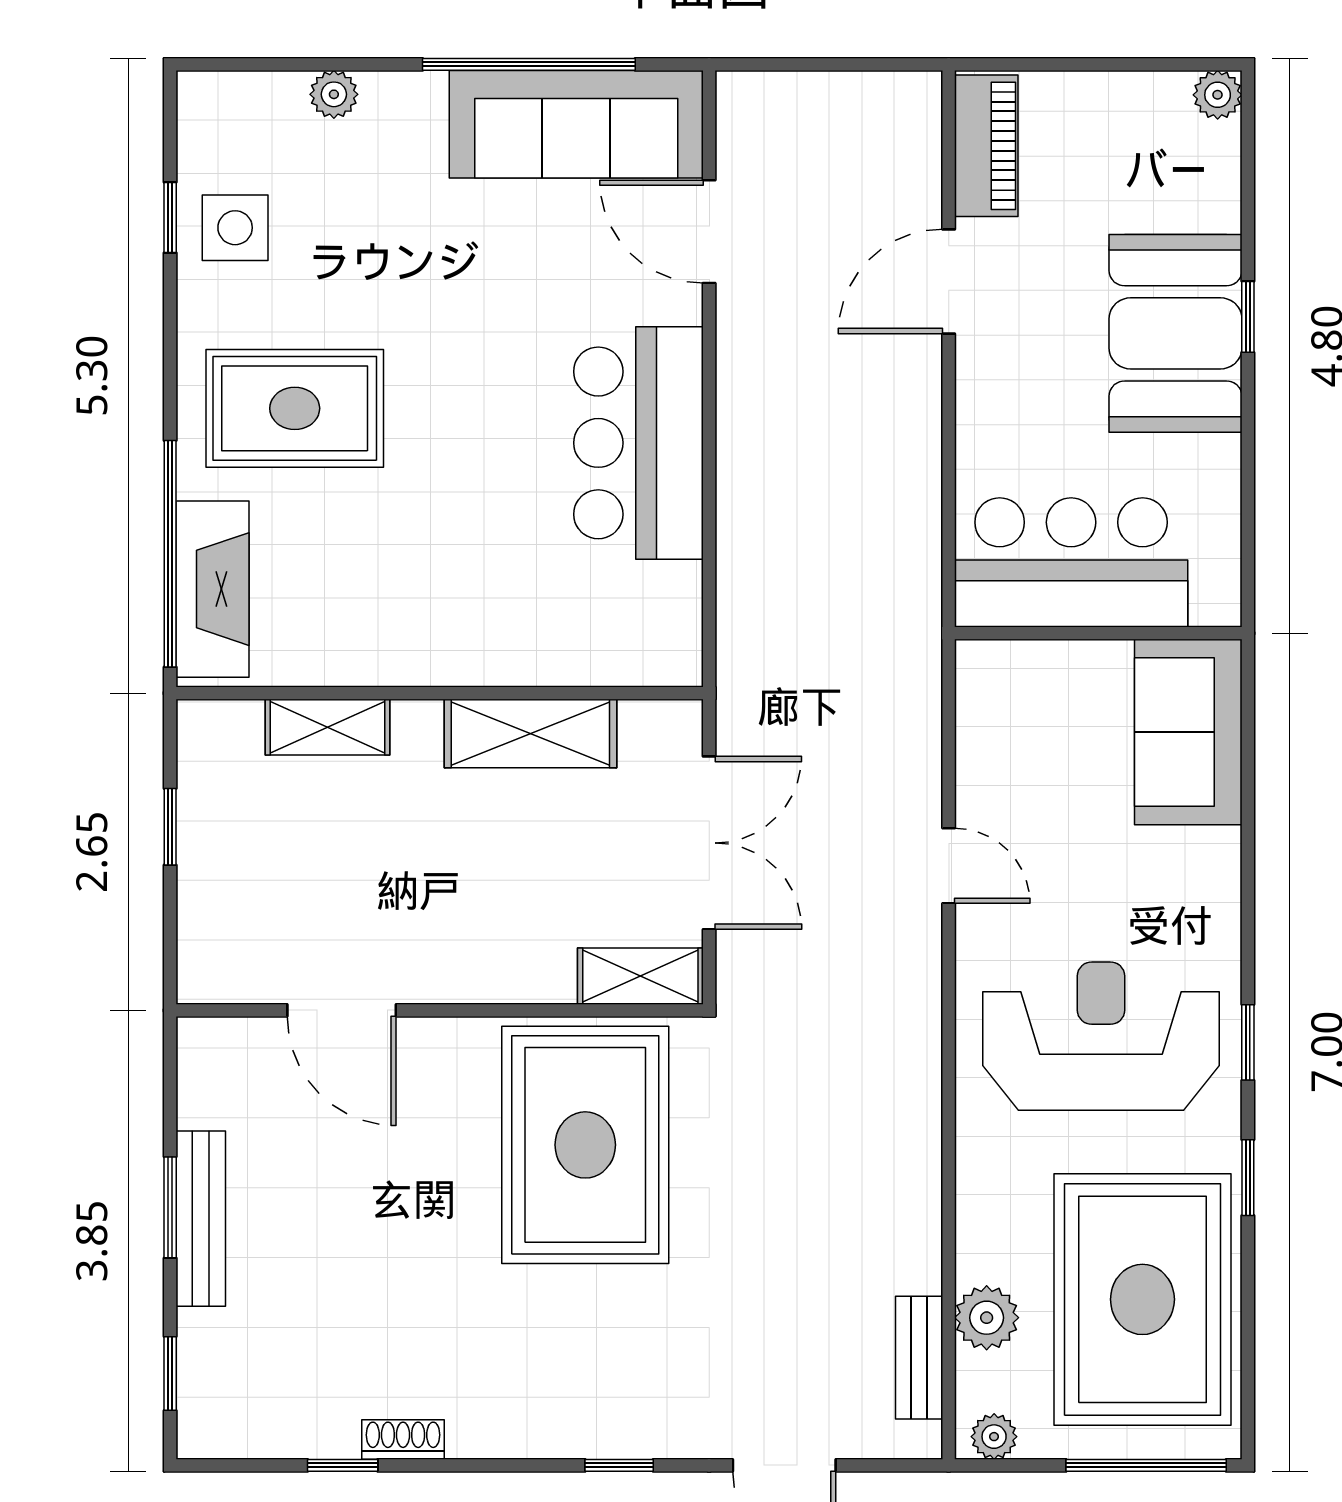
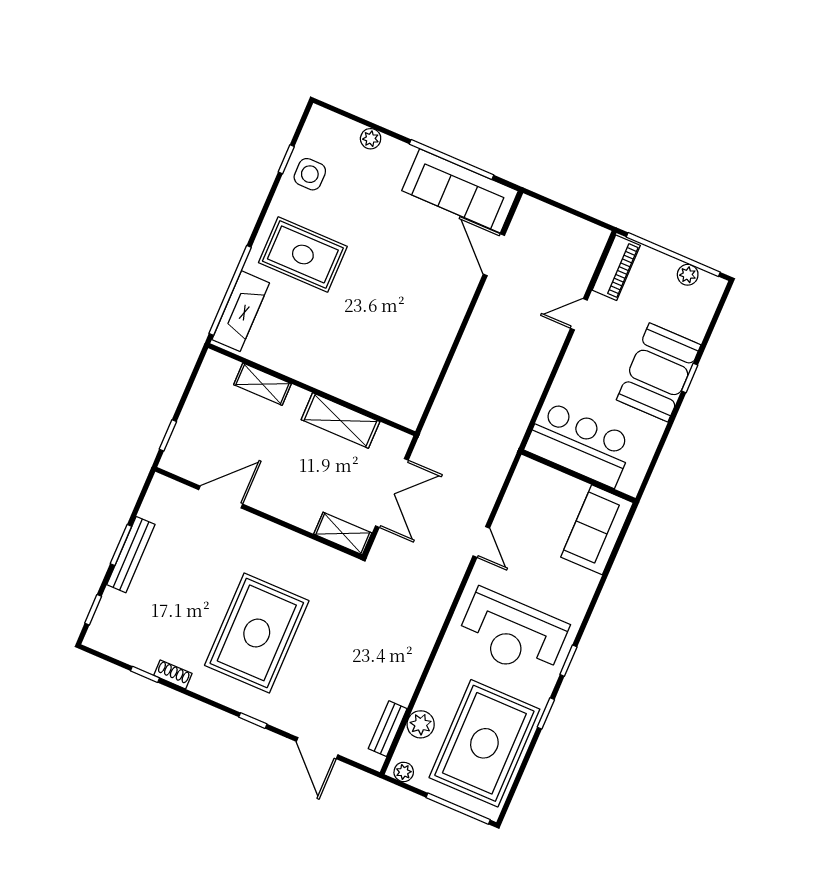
window: (1098, 64) -> (673, 255), added
plant: (1218, 95) -> (688, 275), moved
door: (949, 281) -> (579, 314), width x0.73
bar counter: (638, 443) -> (431, 325), removed
window: (170, 827) -> (168, 435), moved
door: (342, 1010) -> (221, 497), swing flipped
reception desk: (1101, 1036) -> (512, 634), turned 180
rug: (585, 1145) -> (257, 633), moved

